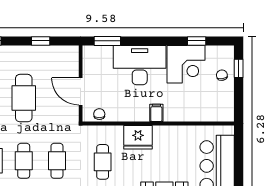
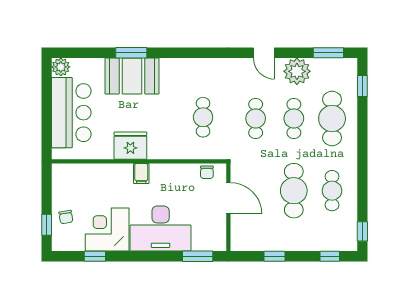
fridge: (138, 137) -> (130, 146), moved

